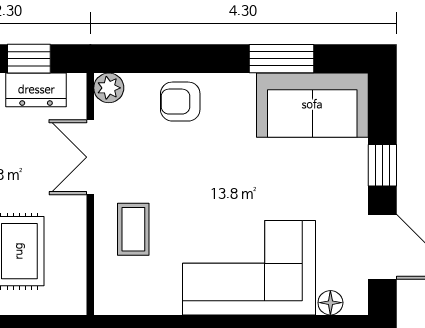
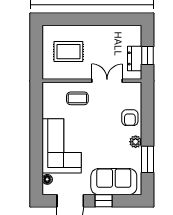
plant: (109, 88) -> (136, 142), moved
armchair: (180, 102) -> (130, 118), turned 180
sofa: (312, 105) -> (114, 182), moved, turned 90

